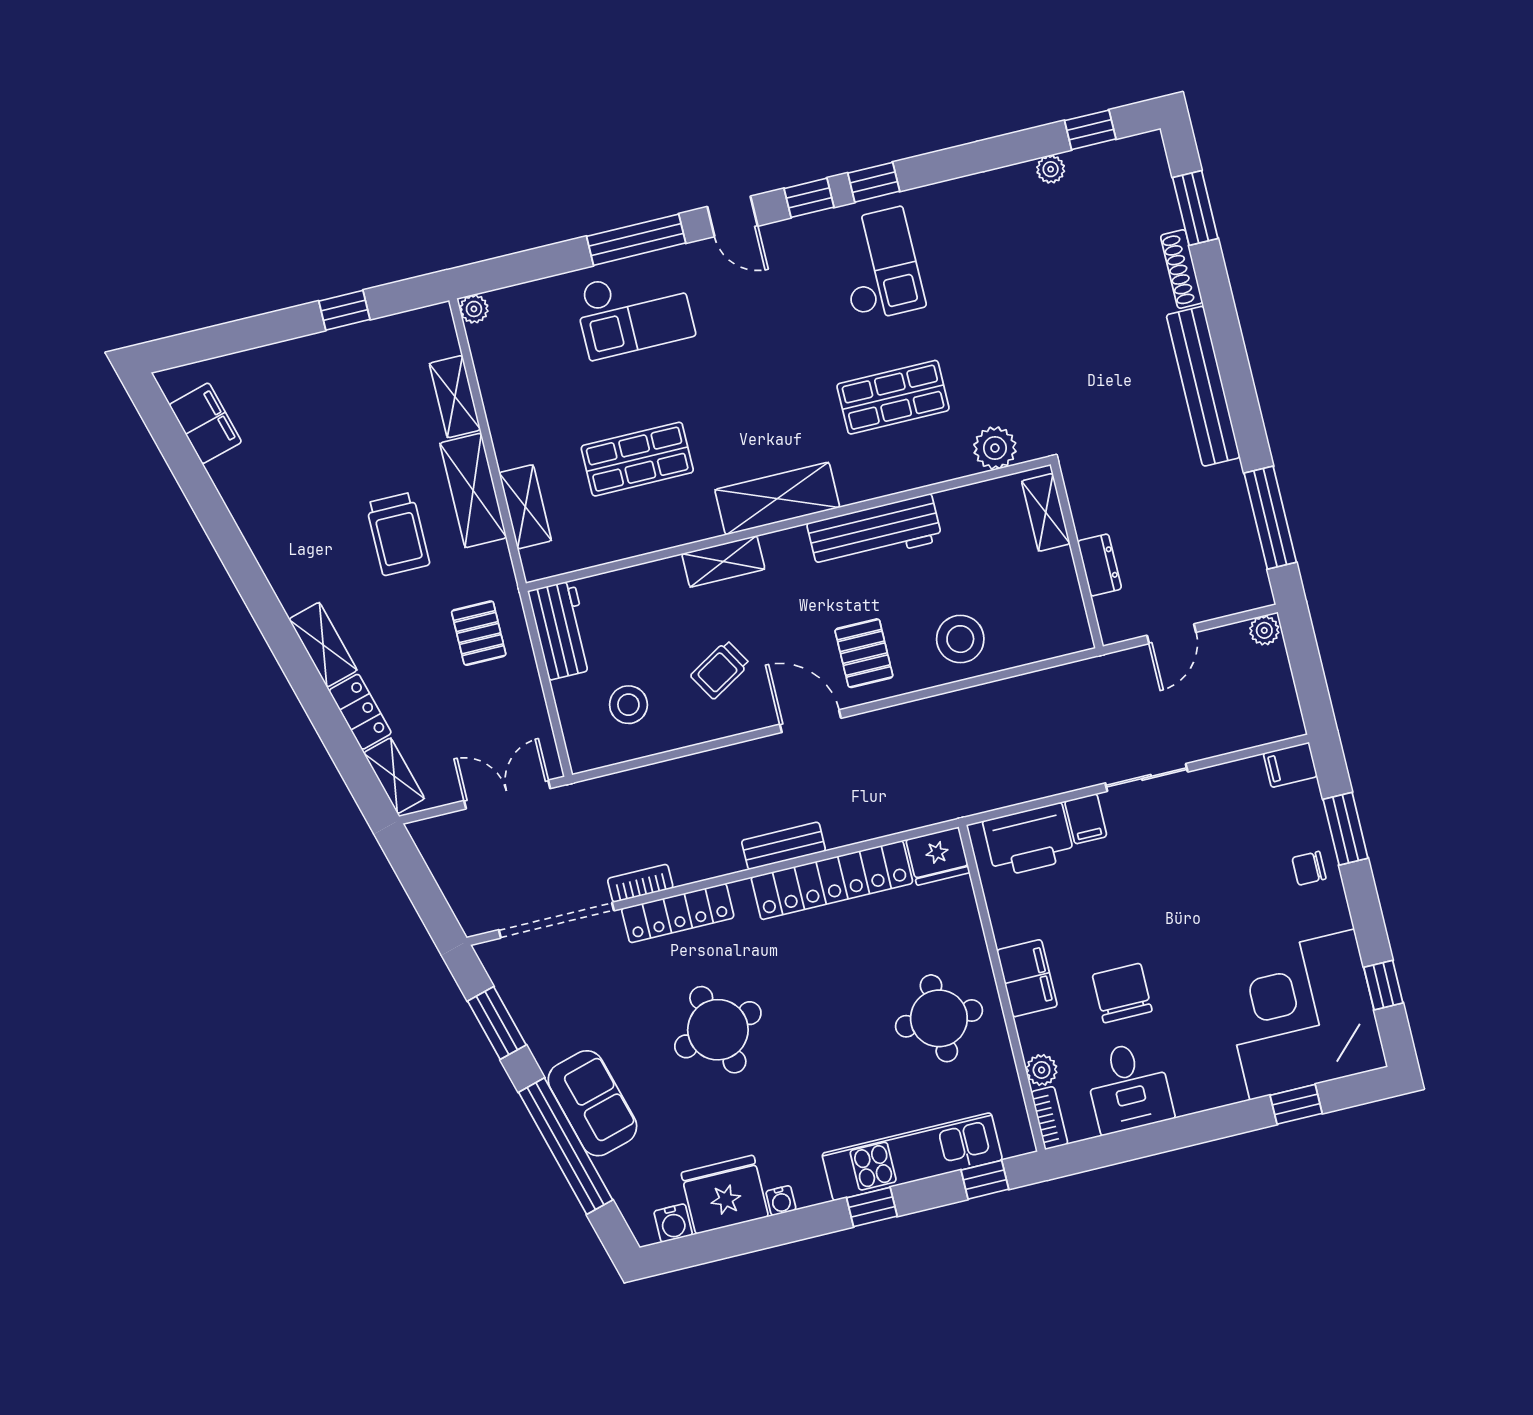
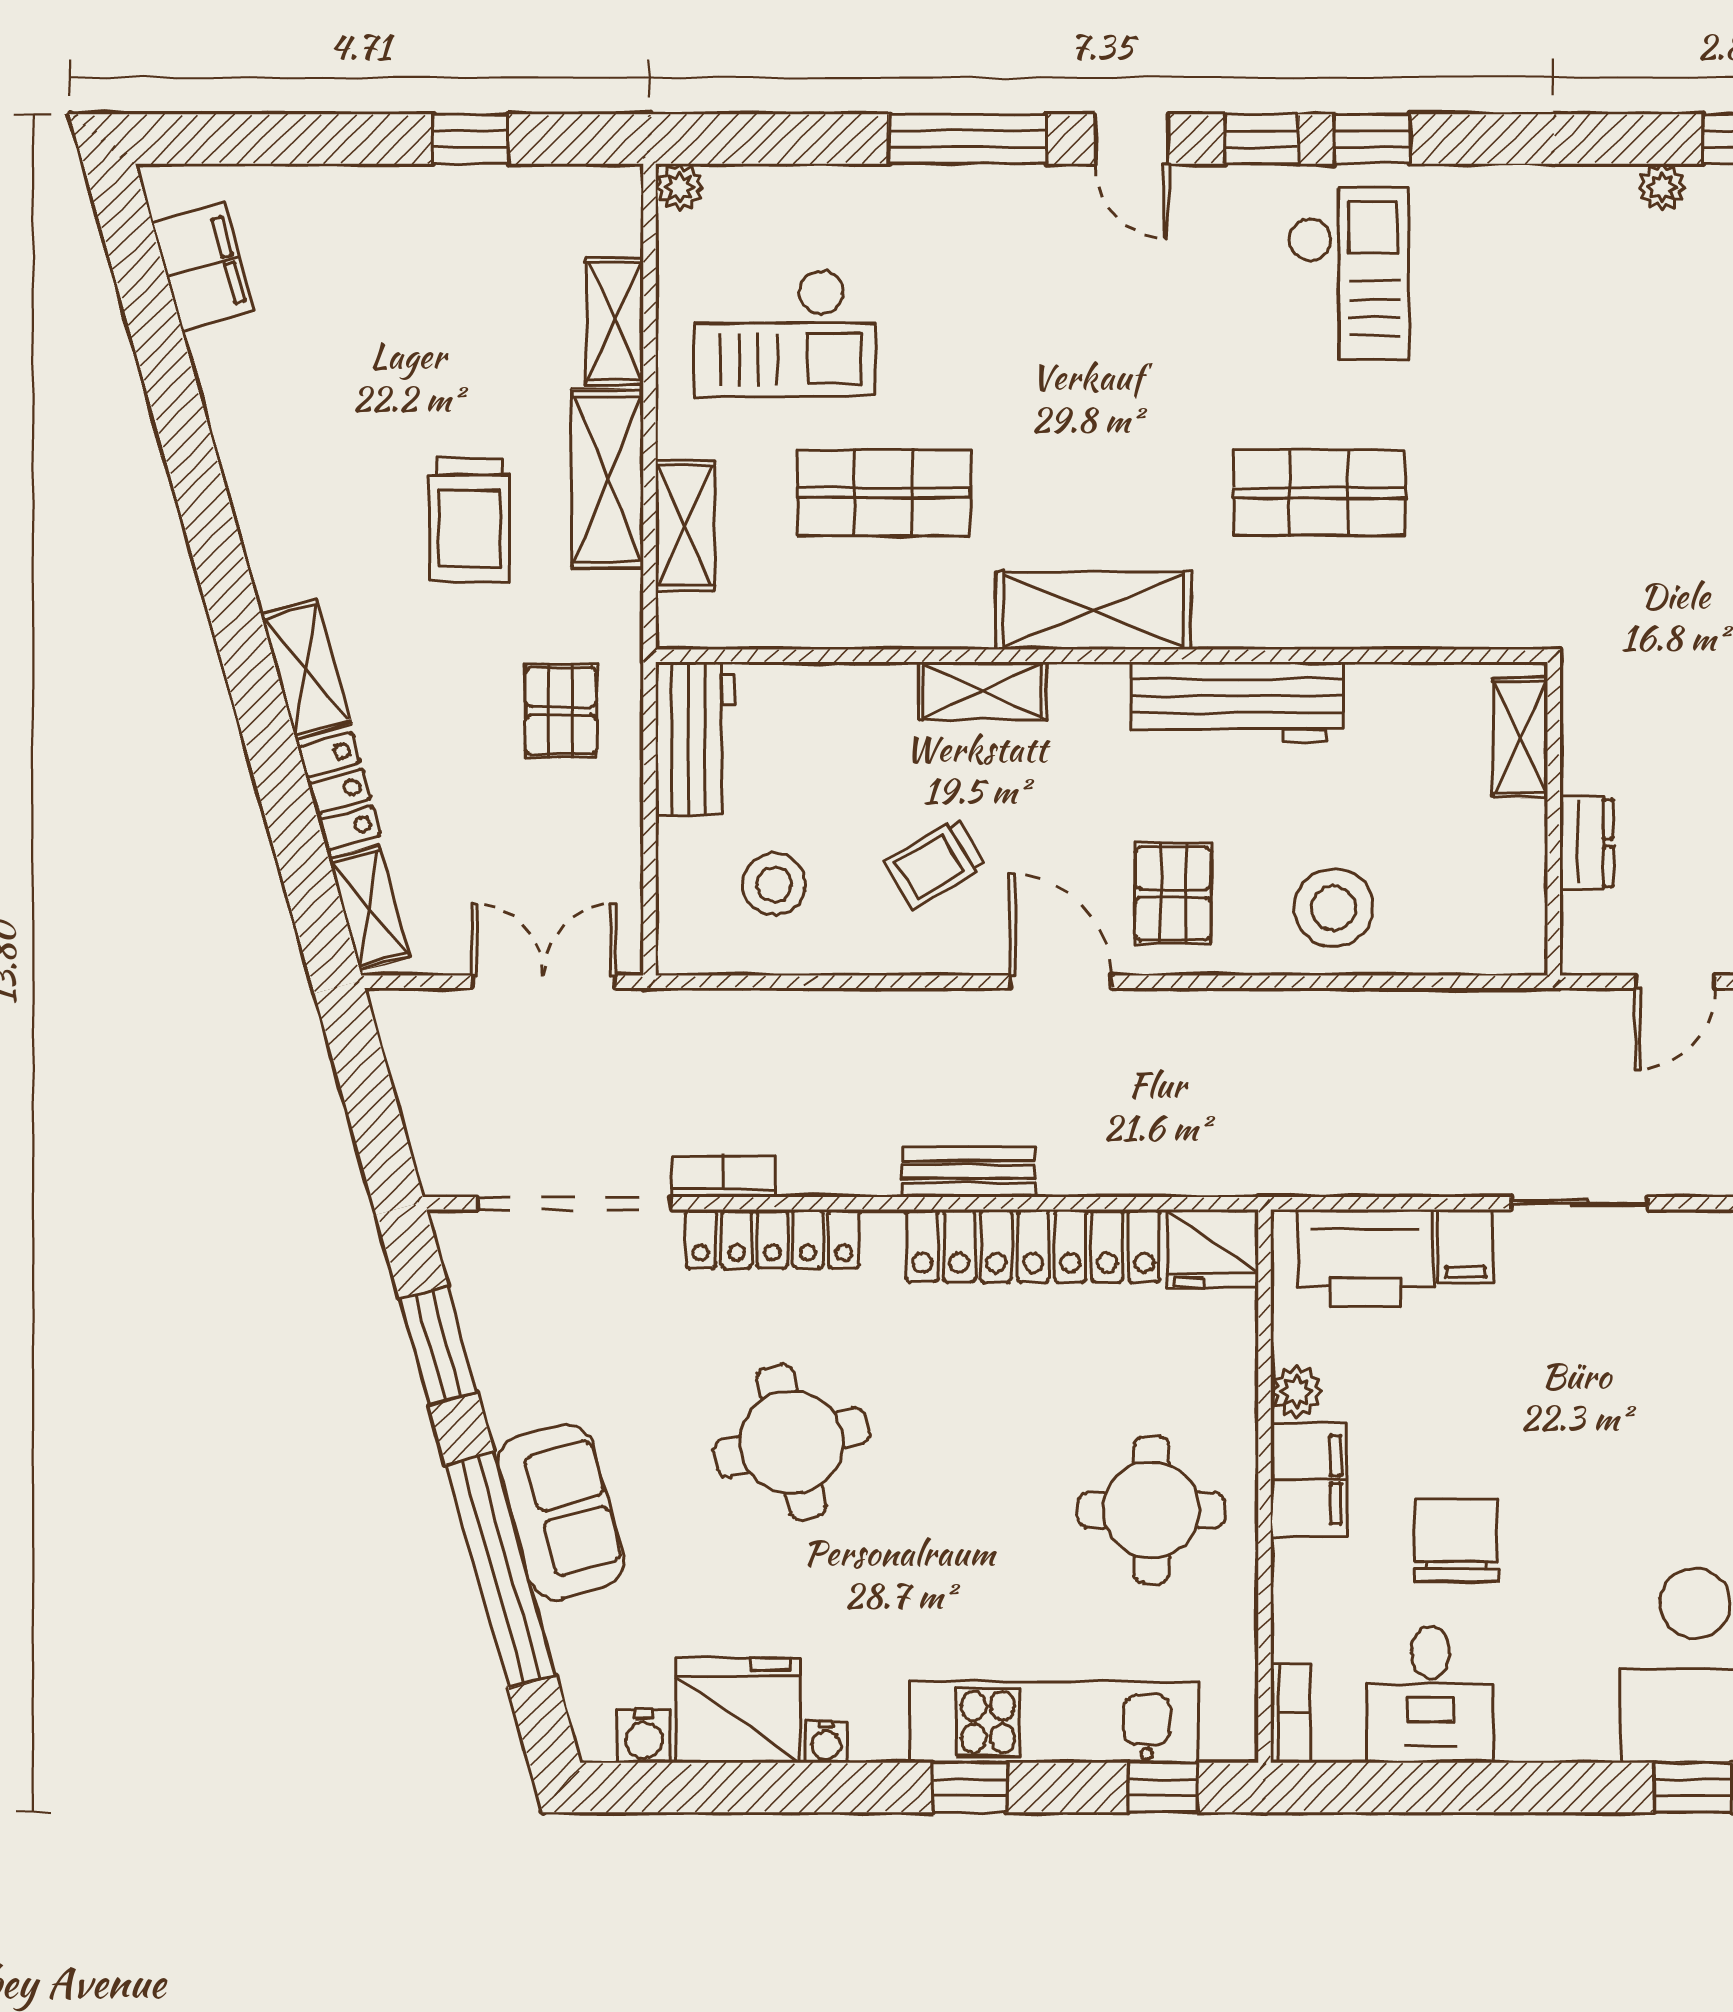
checkout: (634, 311) -> (785, 333), moved
plant: (995, 448) -> (1464, 614), removed
plant: (1042, 1070) -> (1297, 1392), moved

